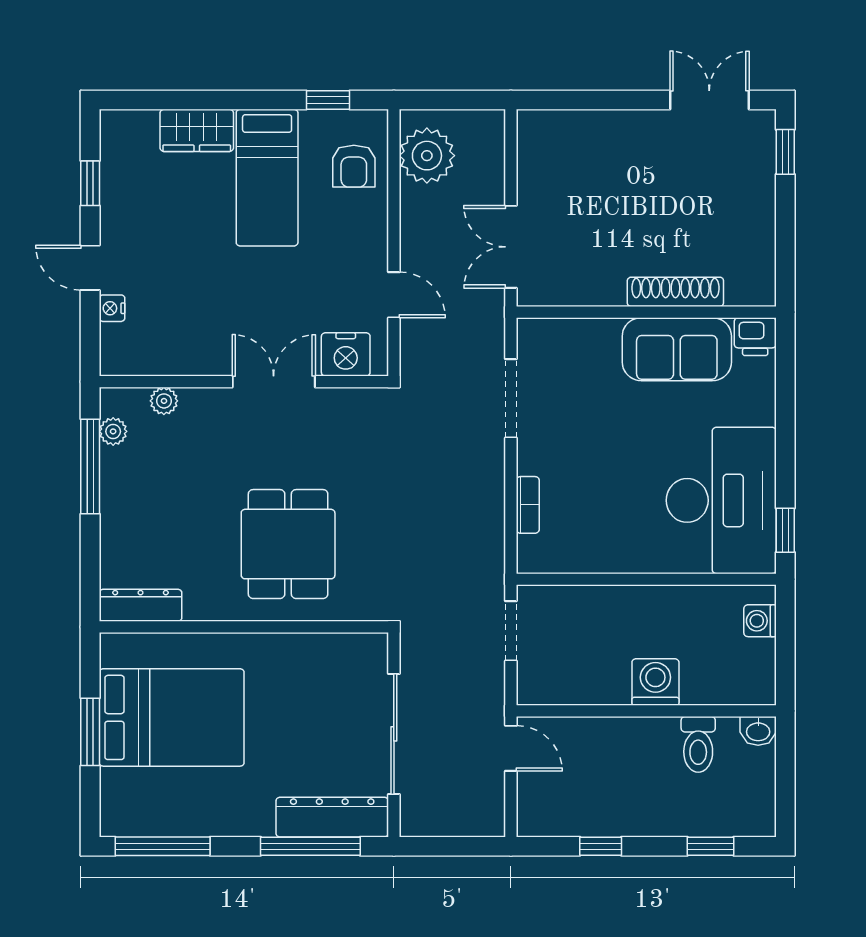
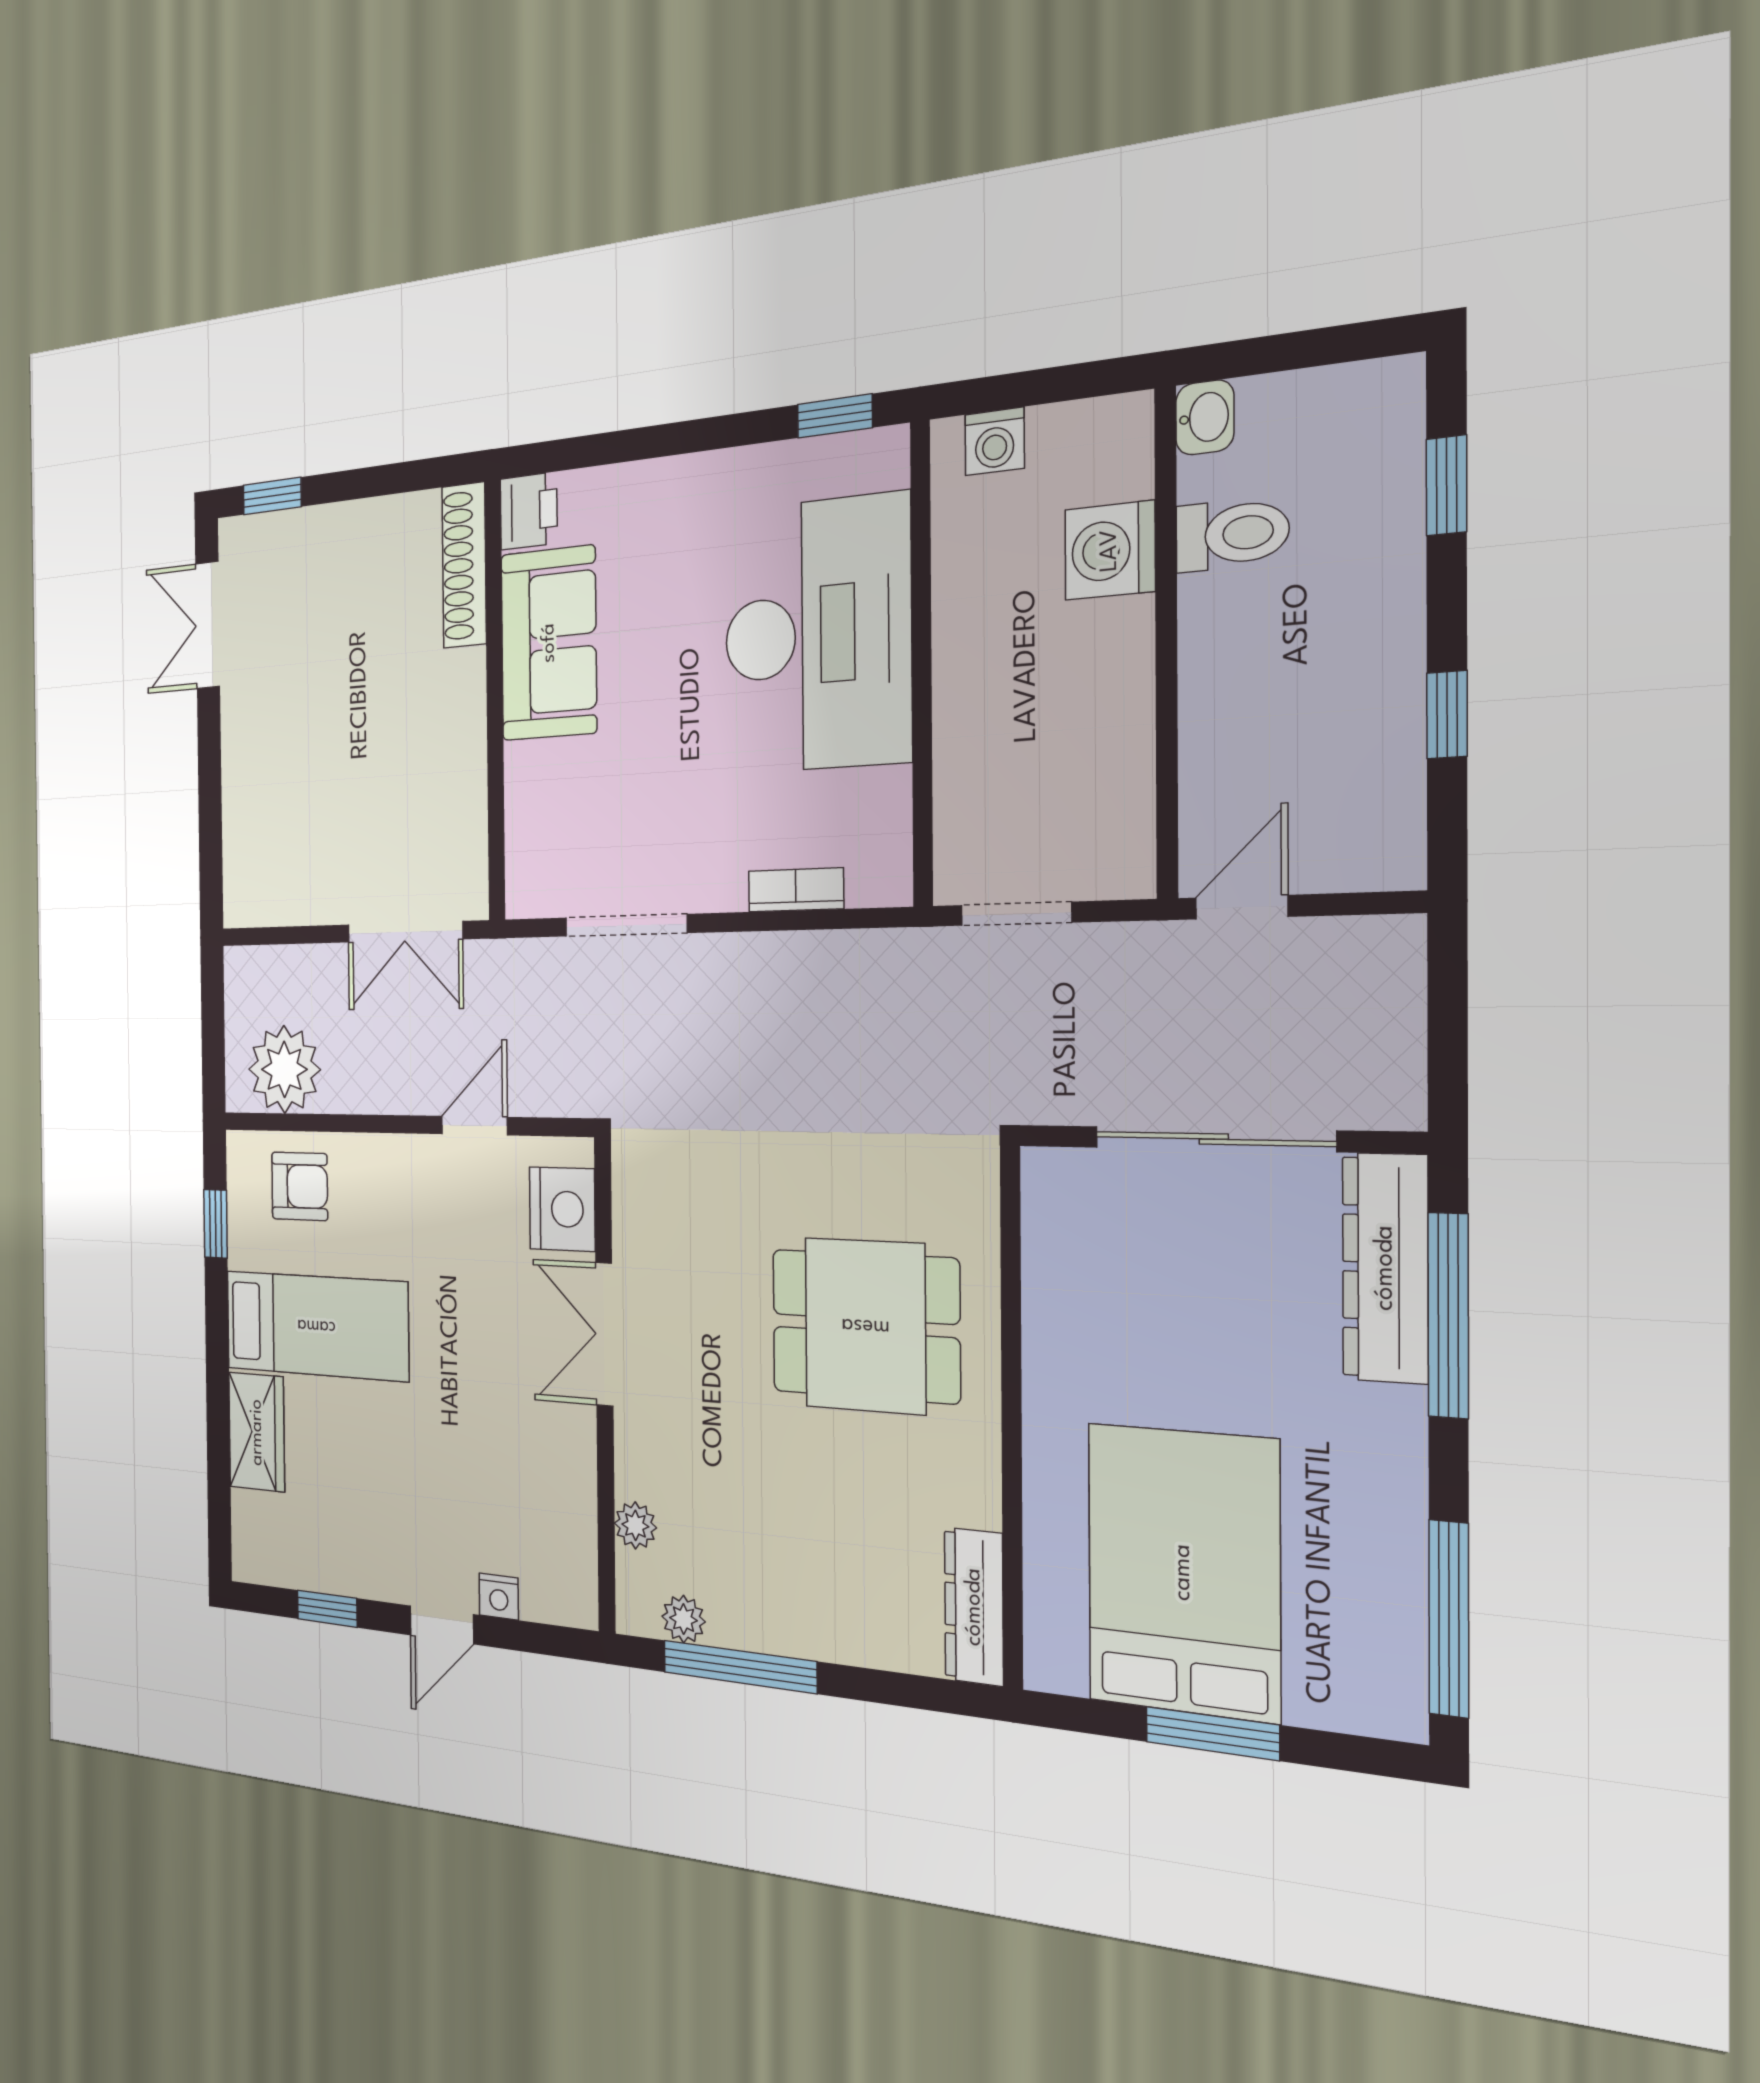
shoe rack: (675, 292) -> (464, 565), moved
desk: (721, 500) -> (817, 635), moved, turned 90
washing machine: (655, 682) -> (1110, 550), moved

